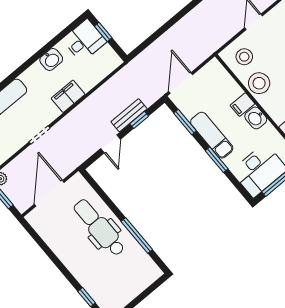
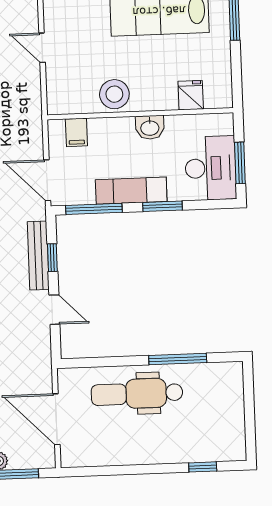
stool: (244, 57) -> (73, 88), removed
filing cabinet: (242, 105) -> (76, 132), moved
bench: (129, 115) -> (38, 256), width x1.36
window: (185, 122) -> (94, 209), width x1.44

